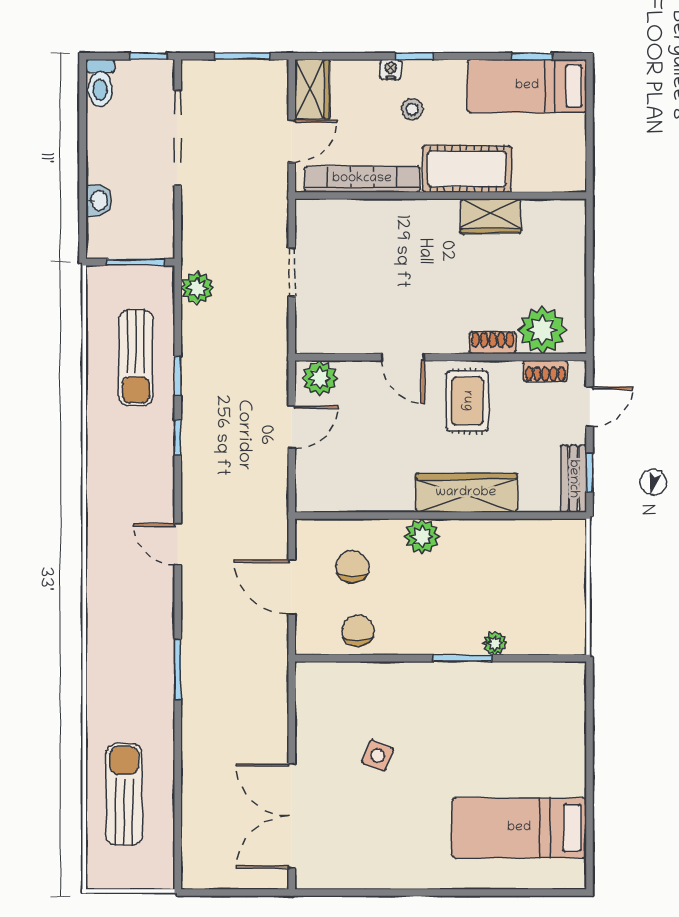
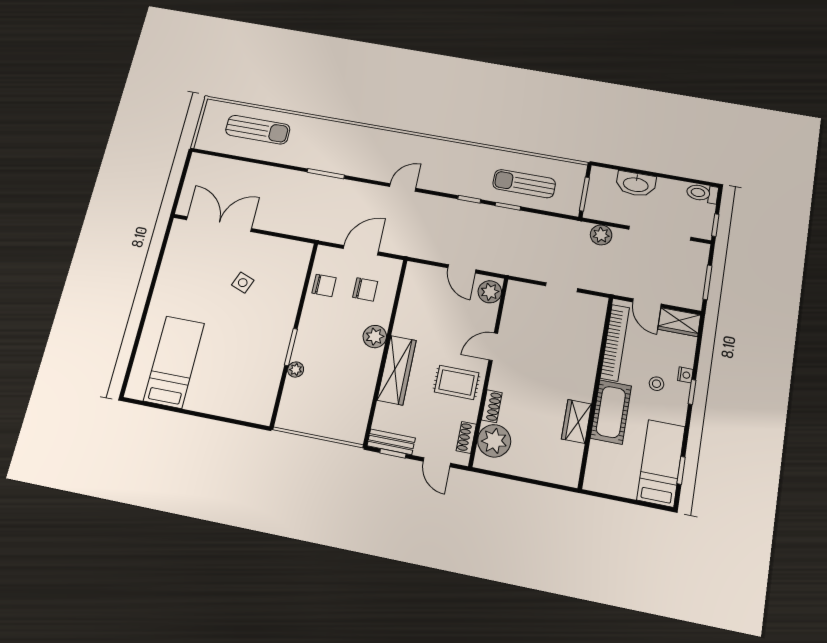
washbasin: (98, 200) -> (636, 184), width x1.91, depth x1.45
plant: (197, 288) -> (601, 235), moved

